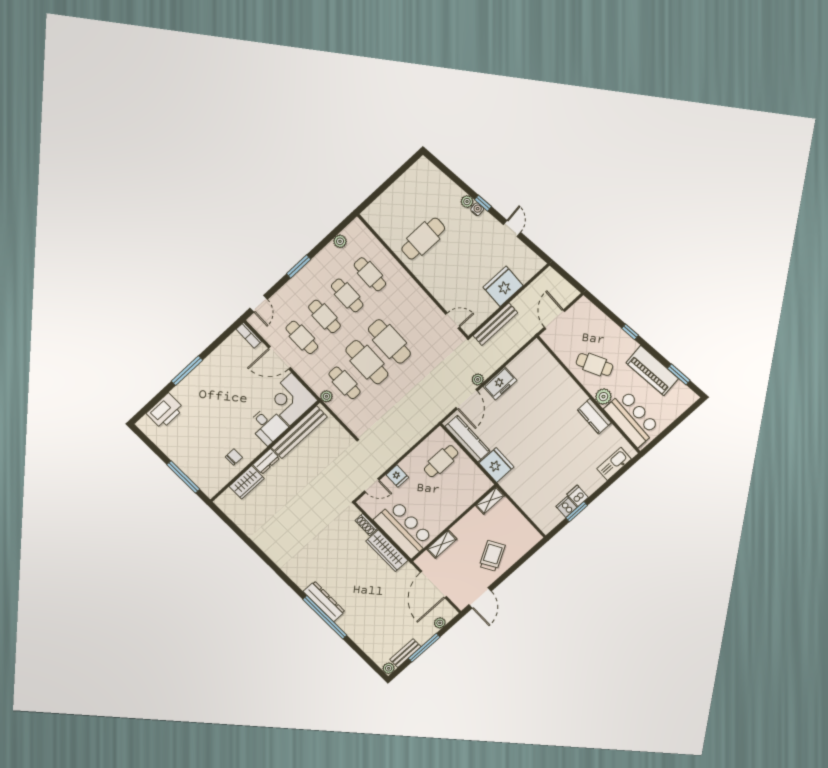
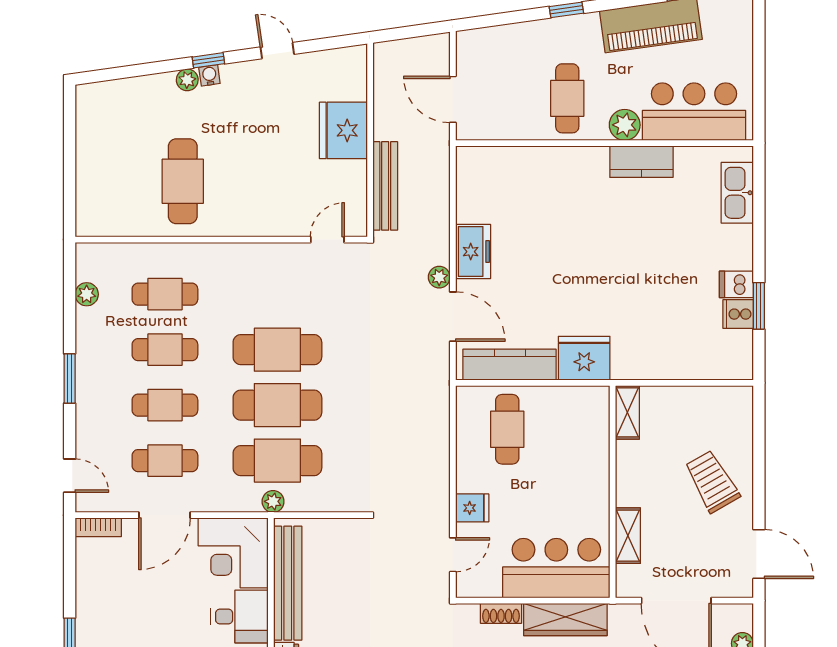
cafe table: (595, 365) -> (567, 98), turned -62
cafe table: (345, 383) -> (277, 461), width x1.37, depth x1.35

